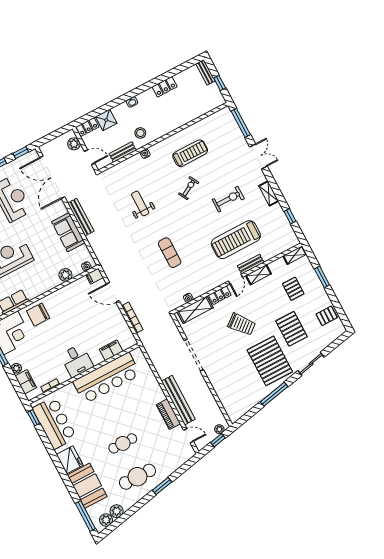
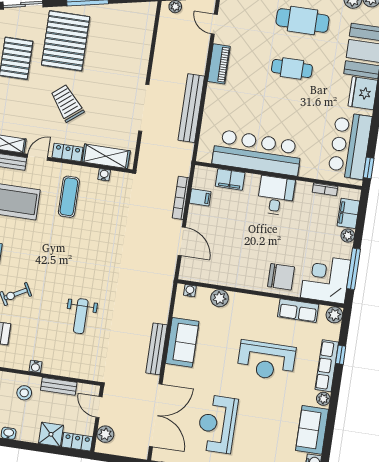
exercise mat: (170, 253) -> (69, 197), moved
filing cabinet: (95, 276) -> (200, 197), moved
bench: (178, 400) -> (191, 108), moved

